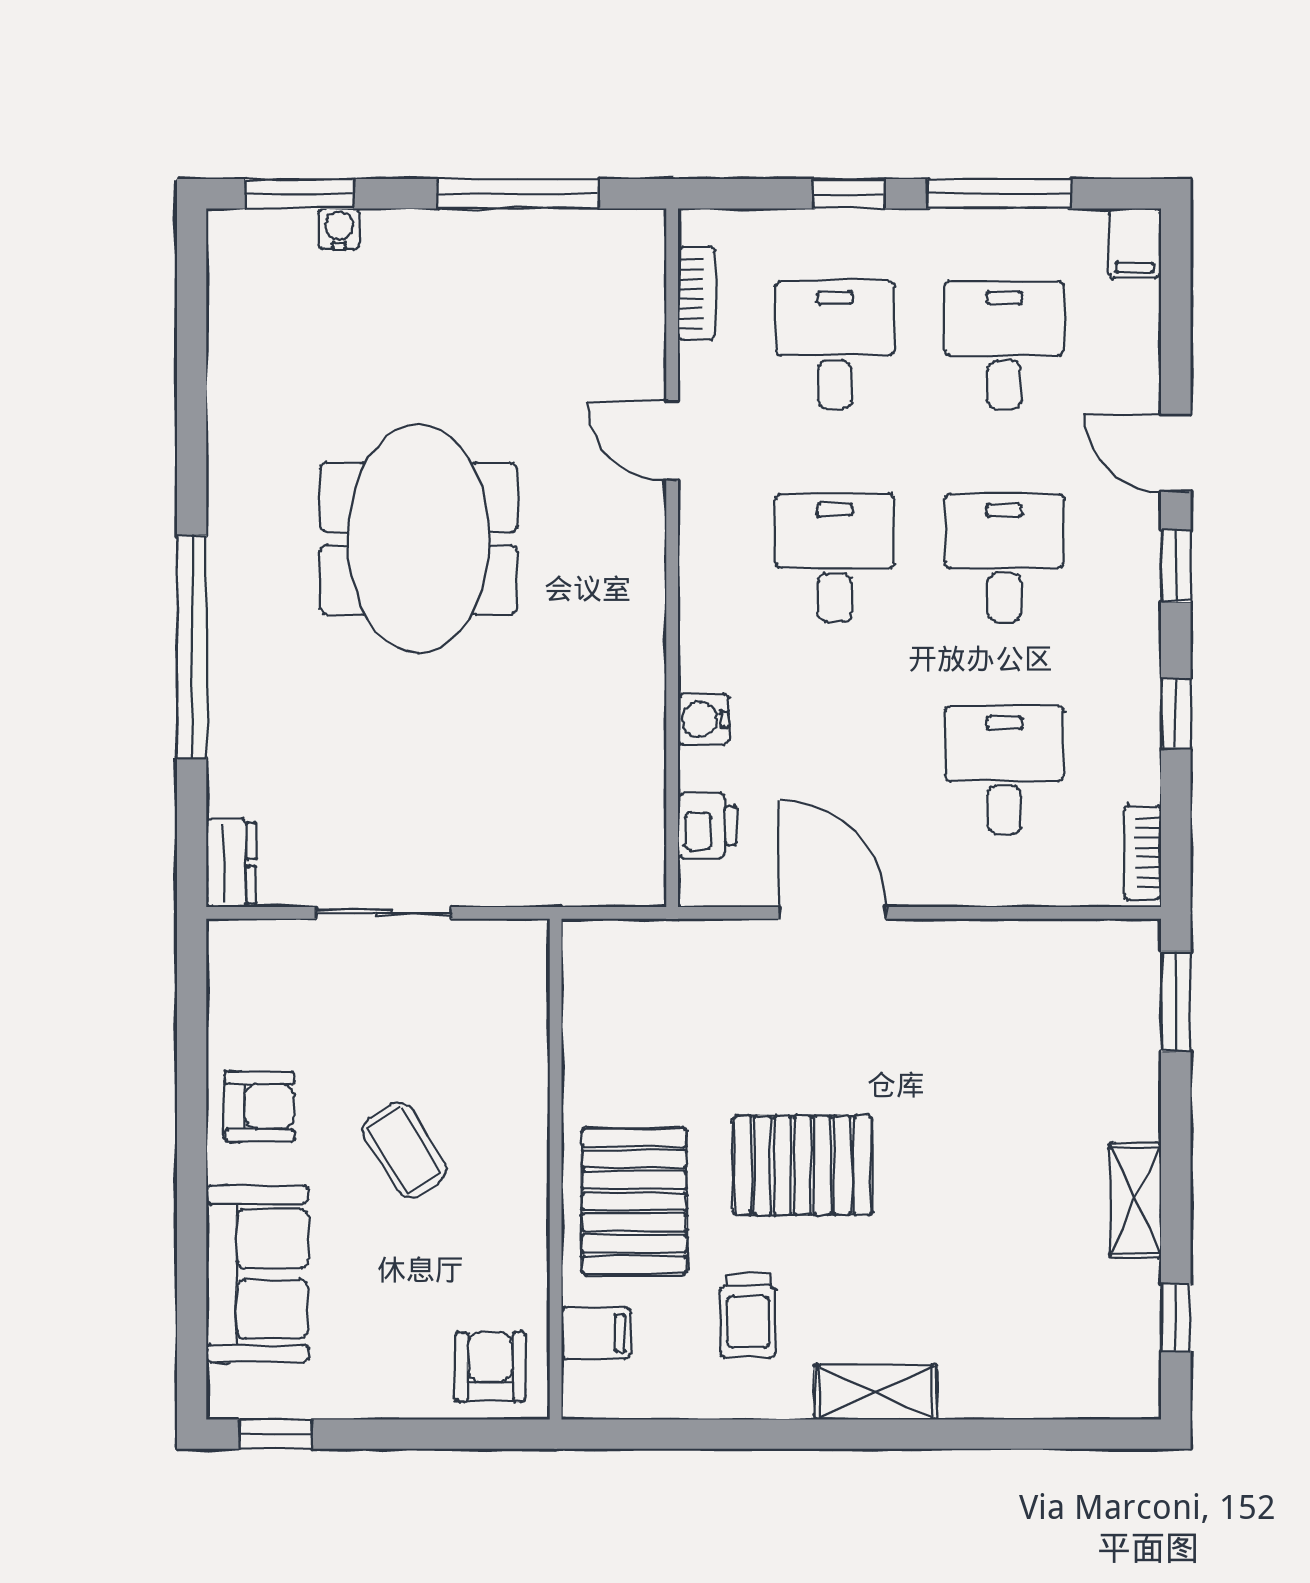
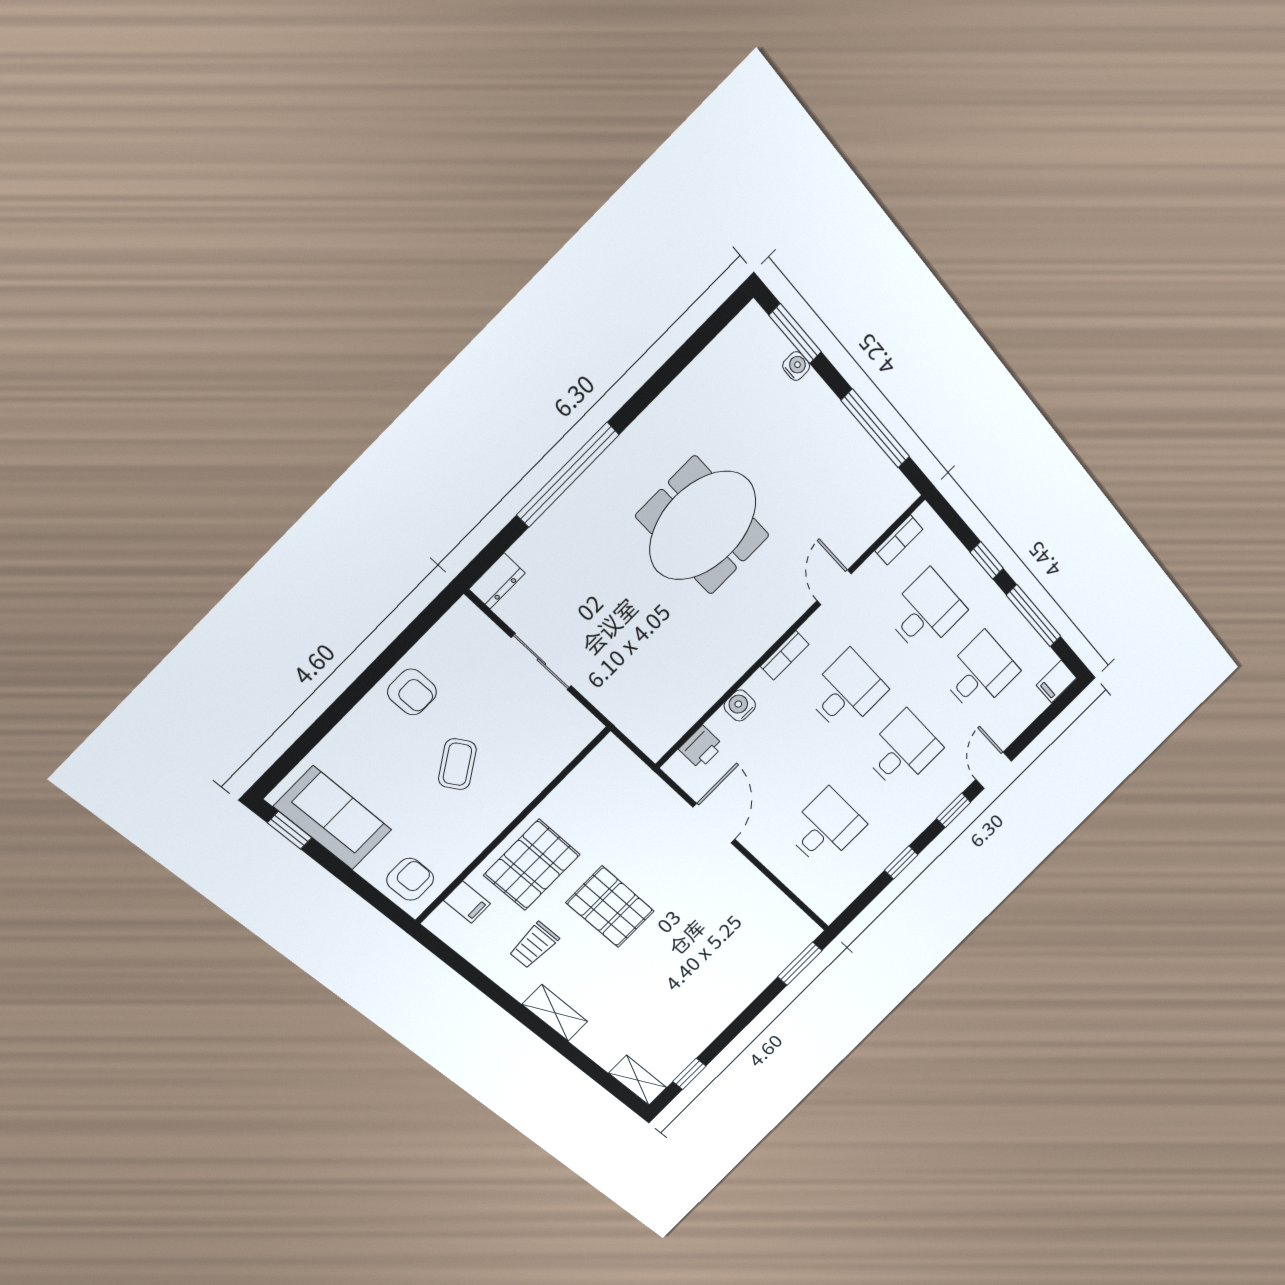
bookcase: (1142, 853) -> (785, 655), moved, turned 180
shelving: (1136, 1200) -> (638, 1080), moved, turned 90
sofa: (257, 1274) -> (333, 818), moved, turned -90

